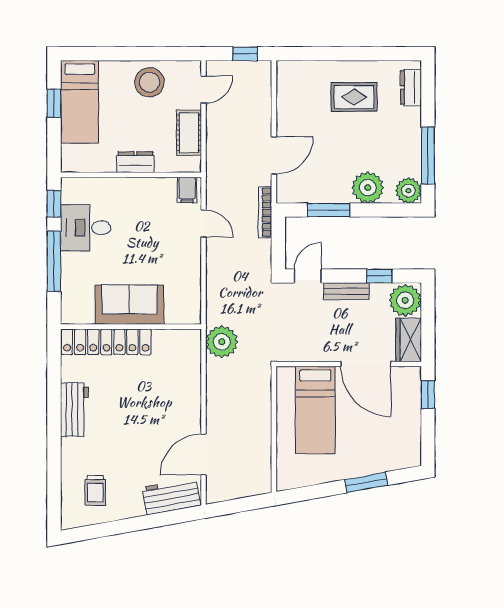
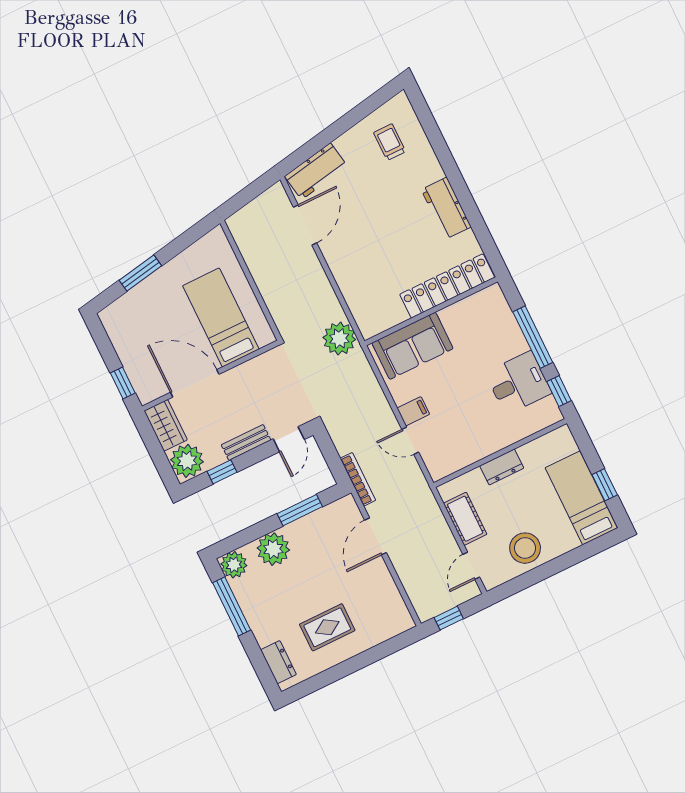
filing cabinet: (187, 190) -> (413, 411), moved, turned 90
sofa: (129, 305) -> (413, 346), moved

